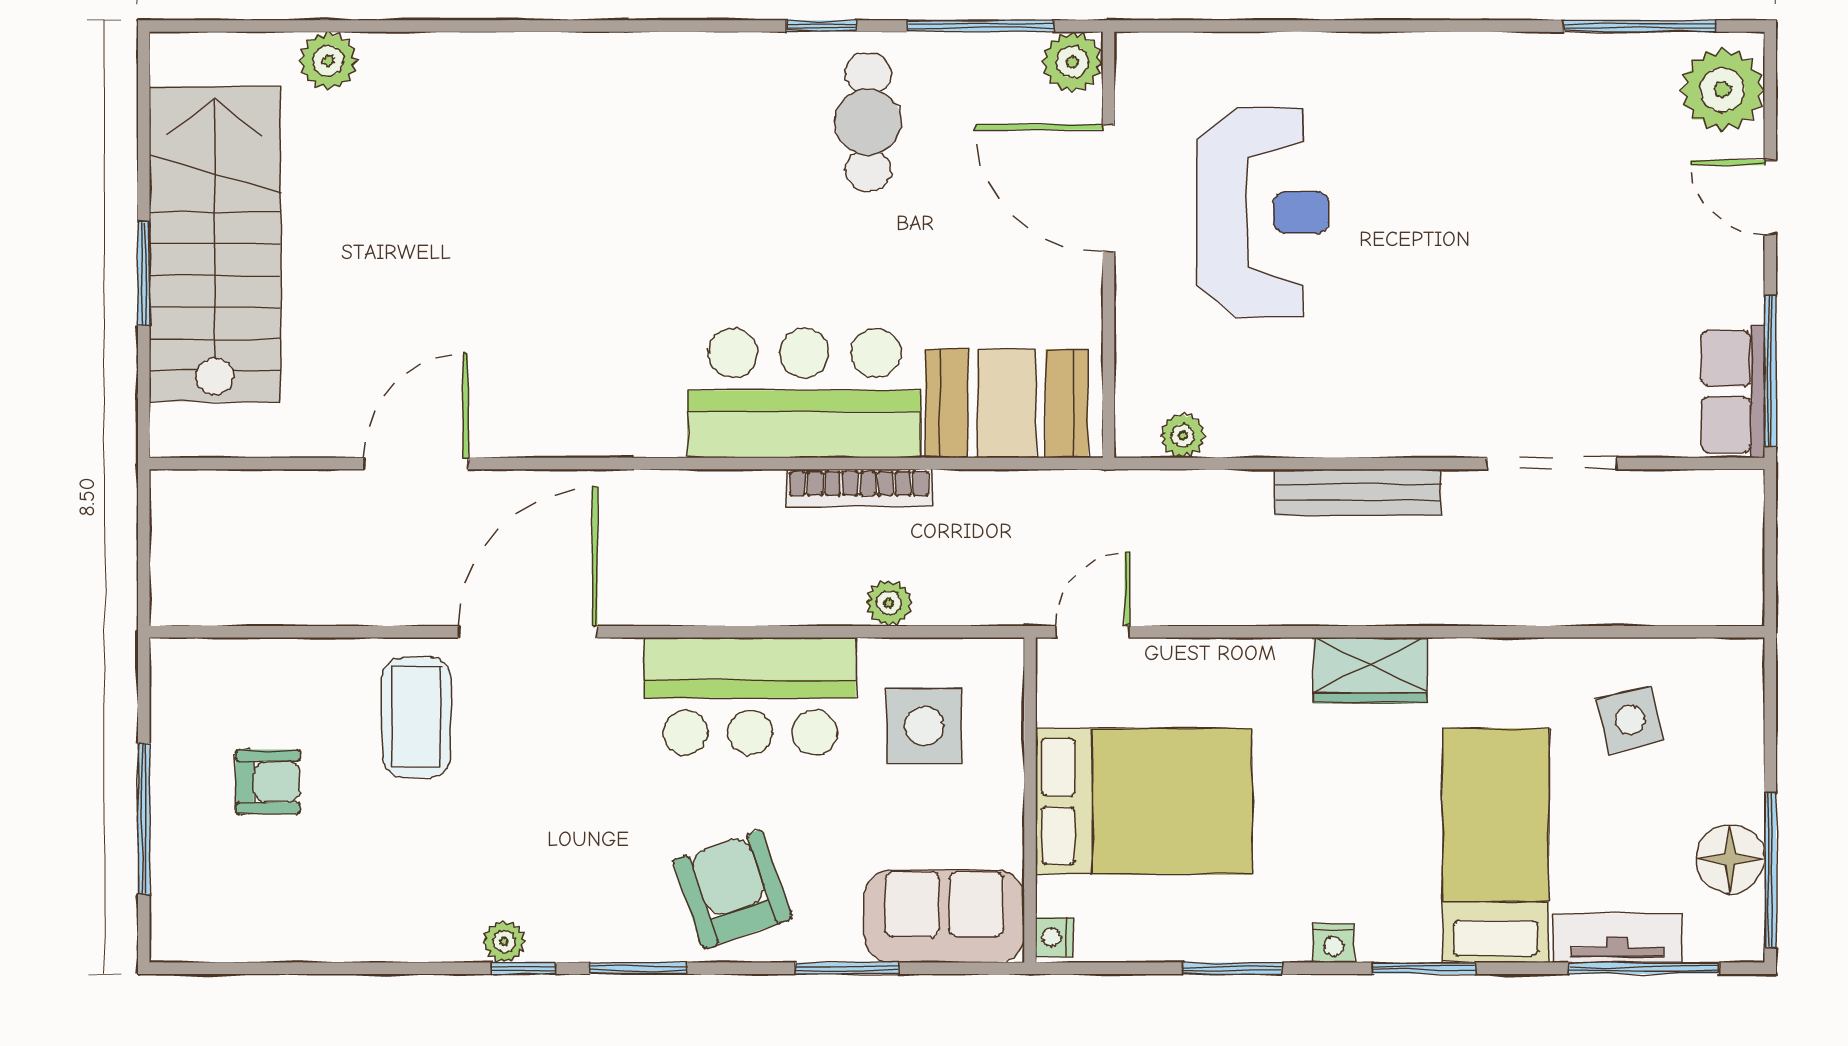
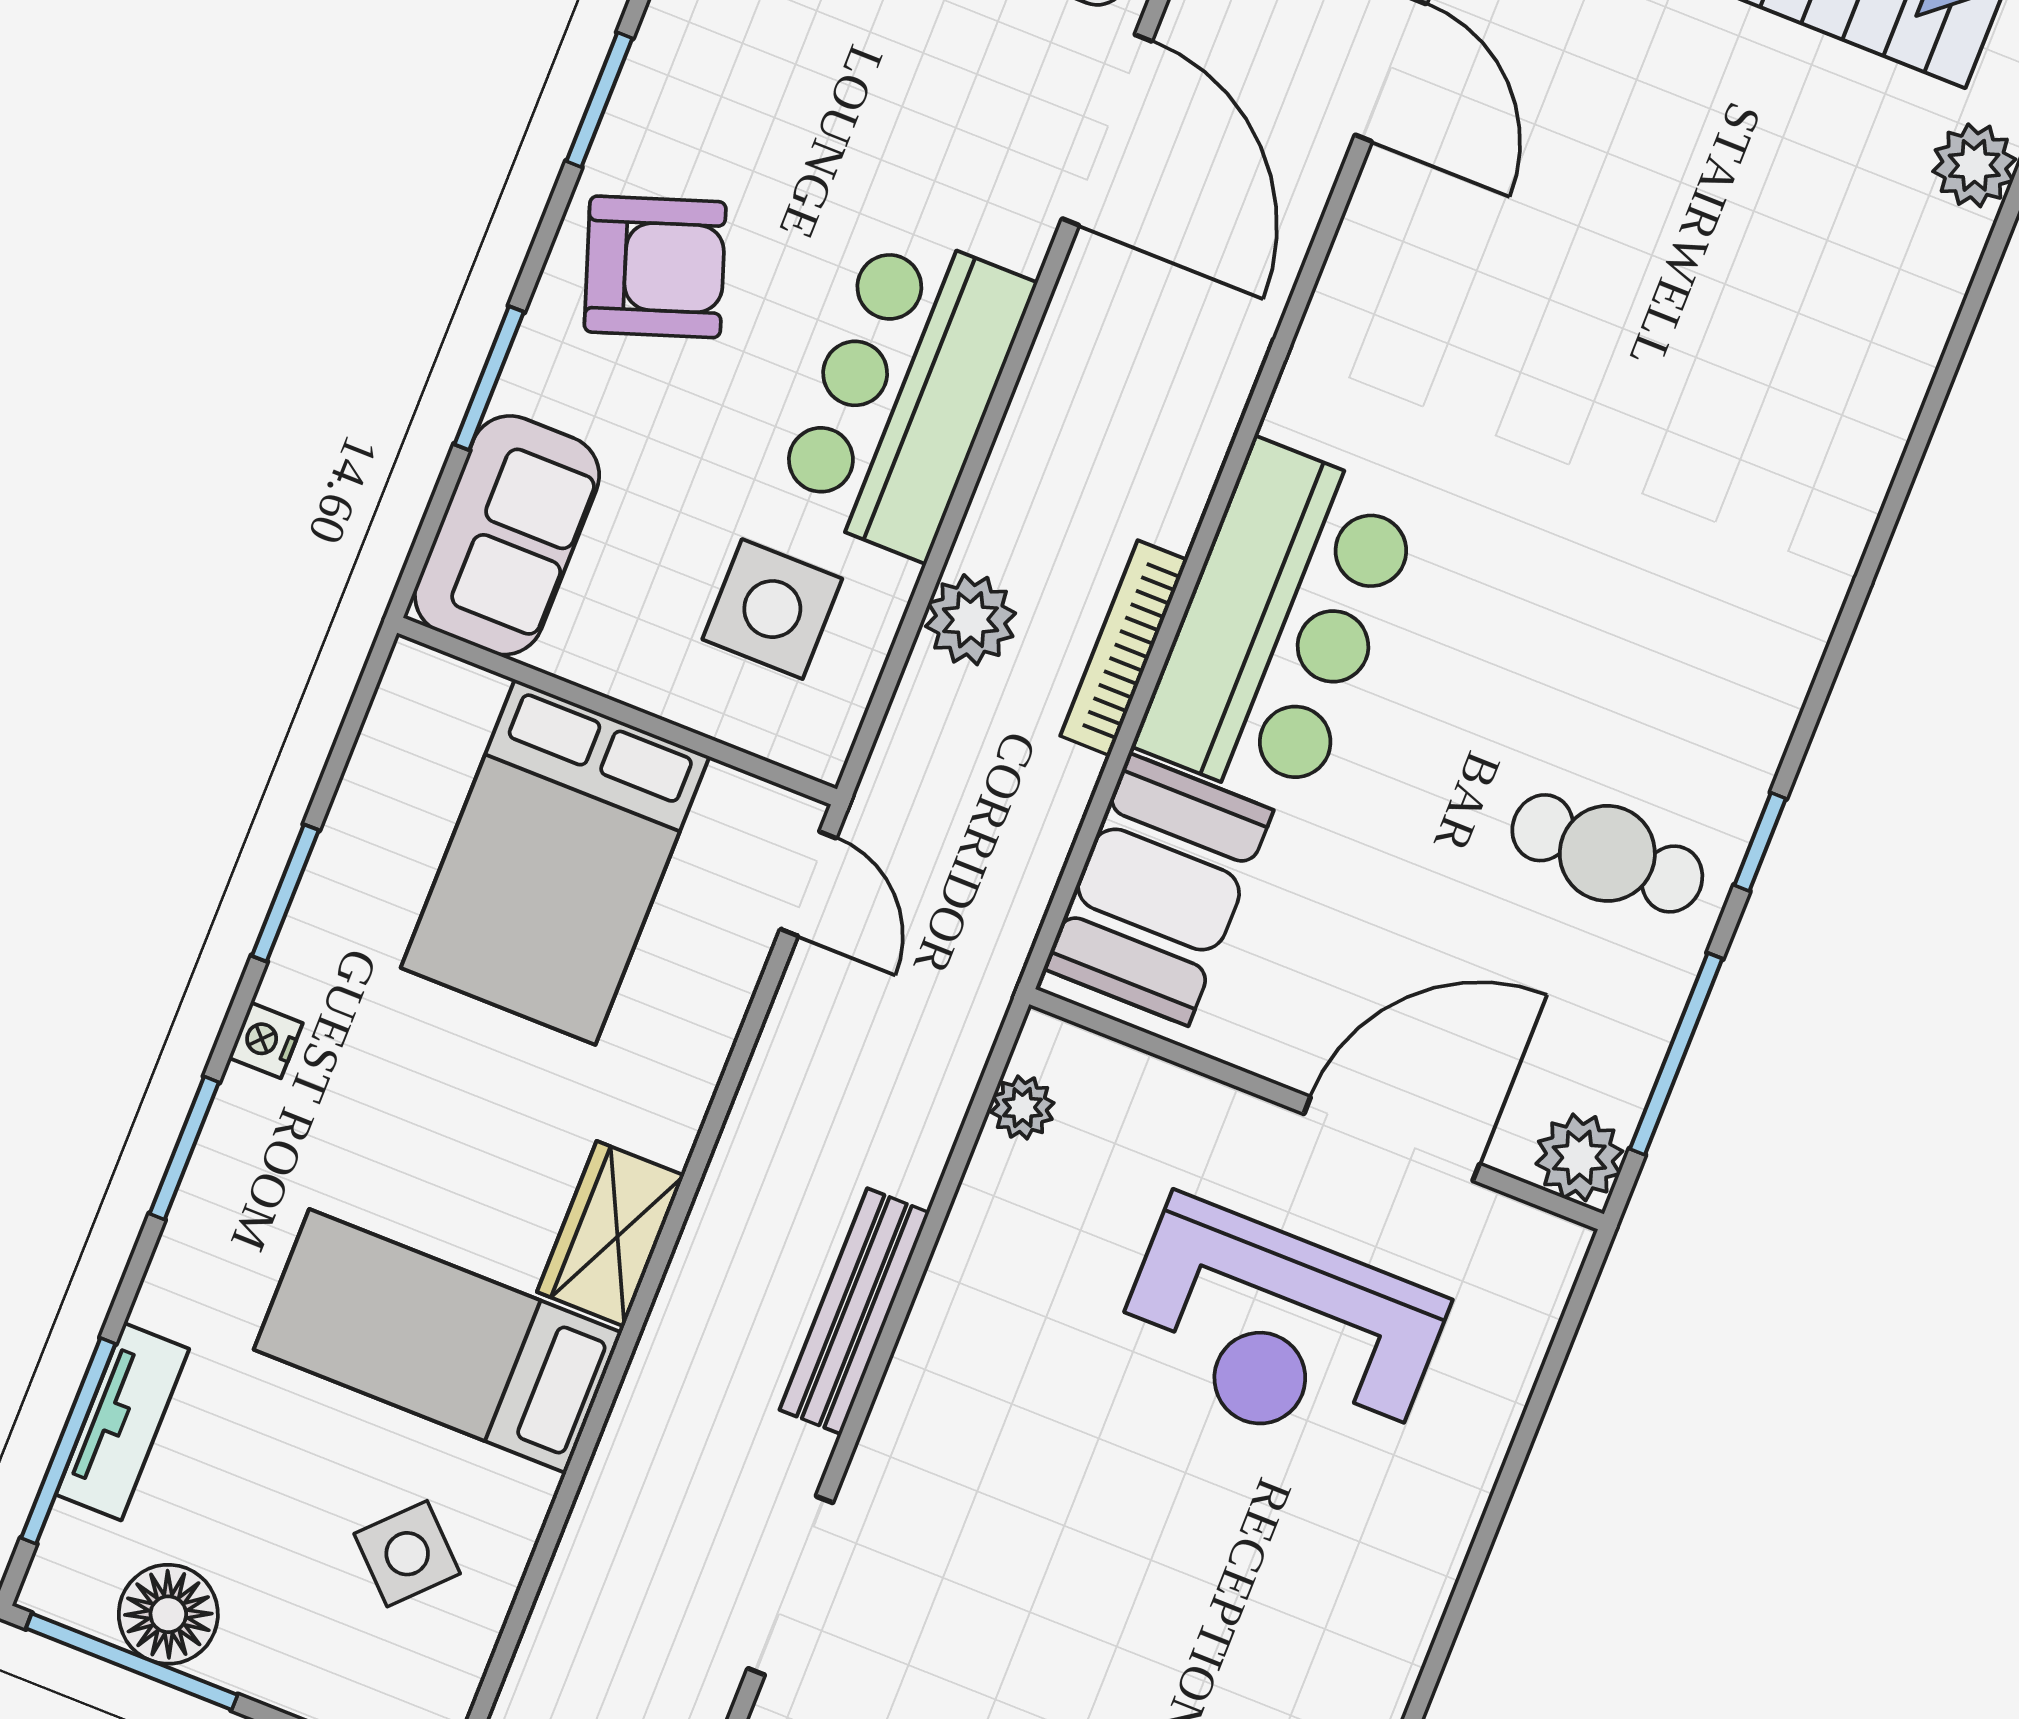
plant: (889, 603) -> (971, 620), width x1.38, depth x1.38
side table: (1630, 720) -> (407, 1554), turned -32
bed: (1496, 845) -> (438, 1341), moved, turned 180
nightstand: (1054, 937) -> (421, 671), removed

